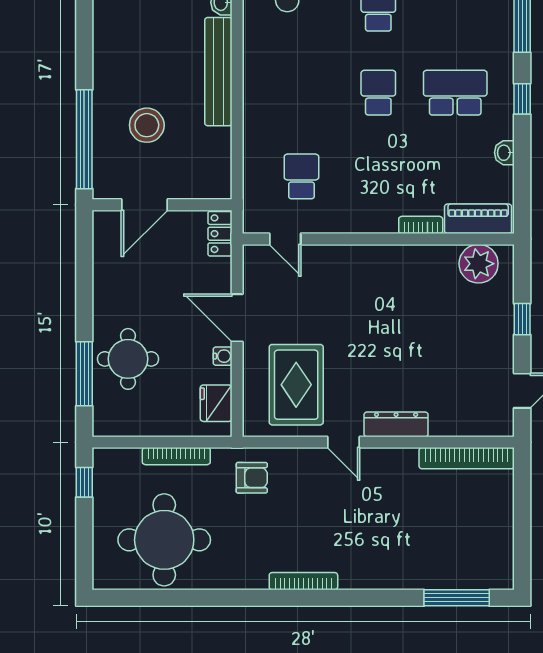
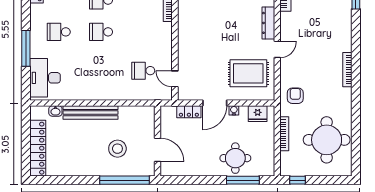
locker: (220, 234) -> (189, 112), moved
door: (285, 239) -> (175, 79), swing flipped

